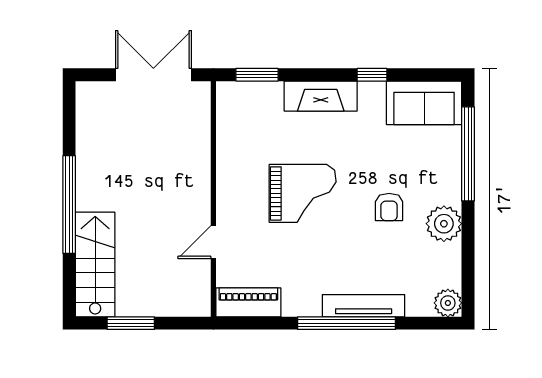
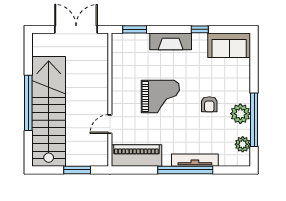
window: (468, 154) -> (254, 120), moved
stairs: (95, 265) -> (49, 111), width x1.86, depth x1.51
piano: (248, 302) -> (136, 156), width x1.37, depth x1.33
plant: (448, 303) -> (243, 144), moved
window: (131, 323) -> (77, 170), moved

